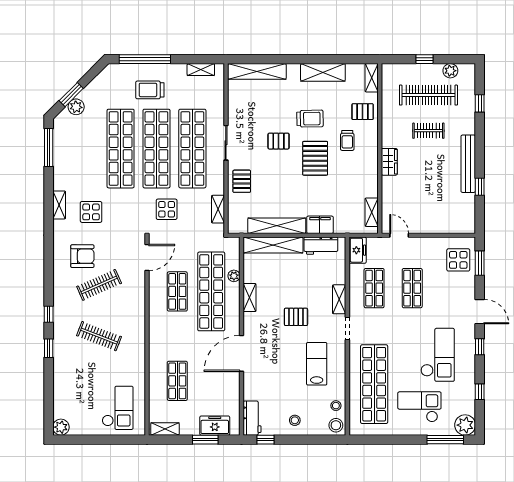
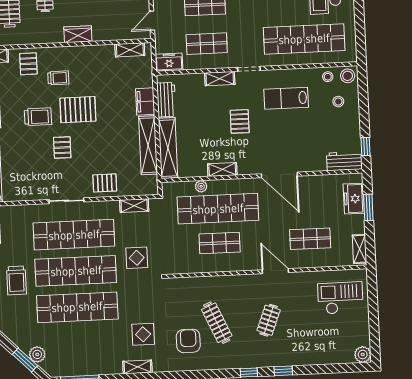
trolley: (310, 119) -> (38, 117), turned 91
door: (147, 257) -> (275, 271), moved
clothes rail: (99, 336) -> (269, 320), width x0.73
stool: (295, 420) -> (338, 102), moved

